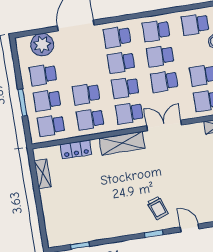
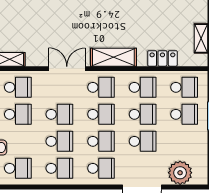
school desk: (43, 75) -> (143, 141), moved
double door: (164, 125) -> (67, 69), swing flipped

